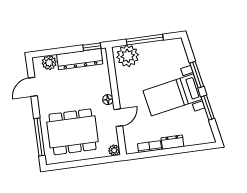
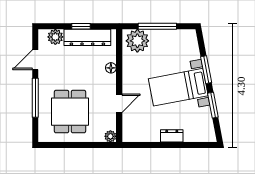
window: (92, 47) -> (81, 26), moved
floor lamp: (108, 100) -> (111, 68), moved
dining table: (73, 132) -> (70, 112), width x0.73
window: (39, 137) -> (35, 98), moved
bookcase: (150, 147) -> (148, 137), removed

